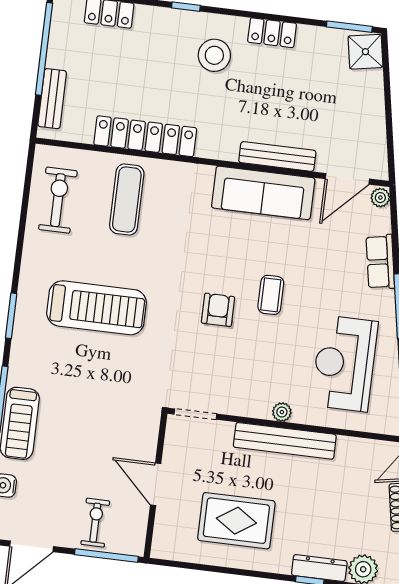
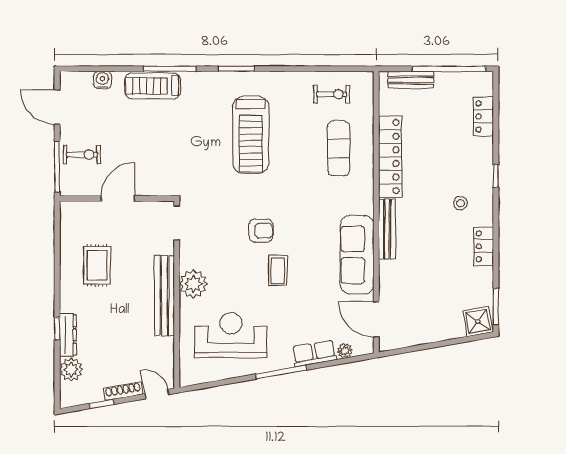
stool: (214, 55) -> (460, 203), width x0.53, depth x0.53
bench: (277, 156) -> (387, 229), moved
plant: (380, 198) -> (345, 351), moved
exercise mat: (127, 199) -> (339, 148), turned 90
exercise bike: (58, 200) -> (332, 94), width x0.73, depth x0.72
coffee table: (271, 295) -> (278, 271), turned 90
plant: (282, 412) -> (193, 284), width x1.88, depth x1.88
rug: (236, 521) -> (97, 265), width x0.73, depth x0.70

